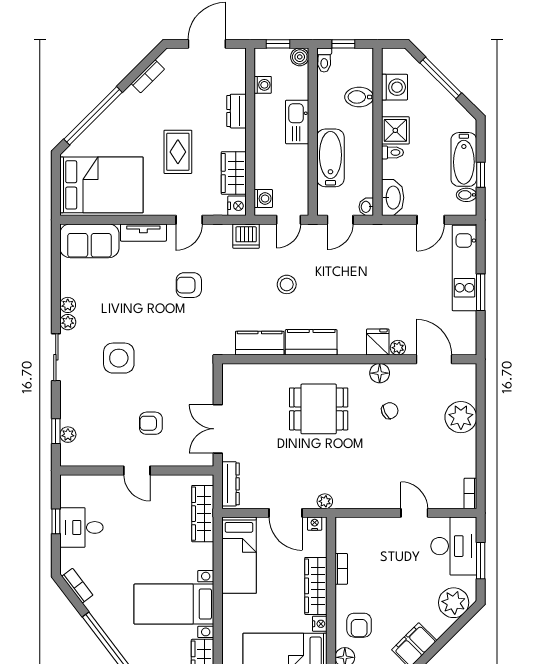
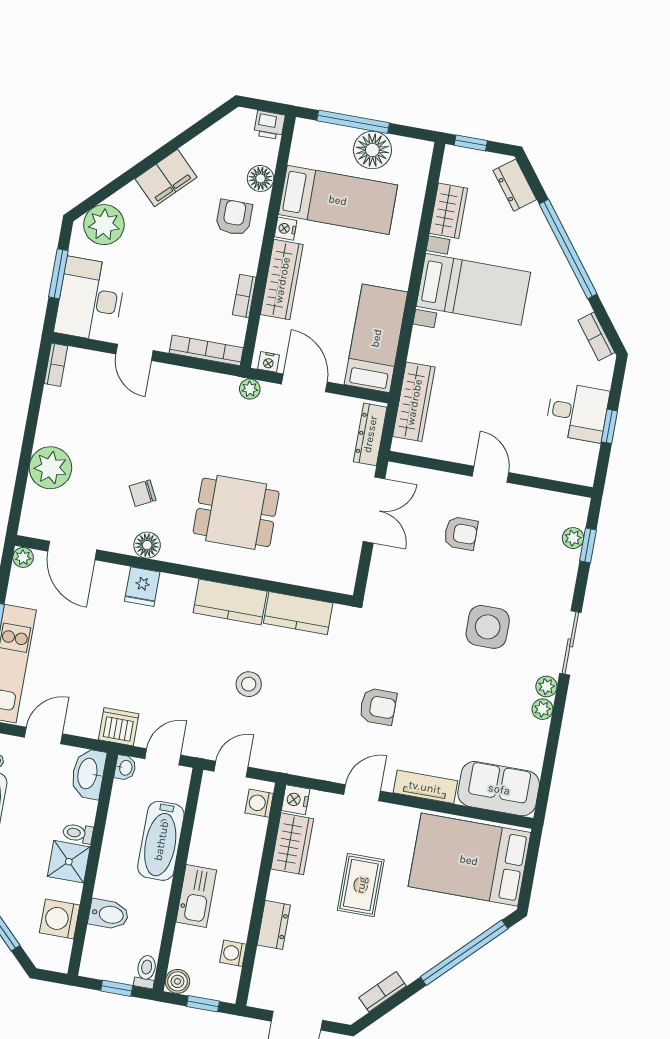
dishwasher: (246, 236) -> (119, 727), moved
plant: (398, 348) -> (23, 557), moved
bookcase: (362, 524) -> (206, 350), added

